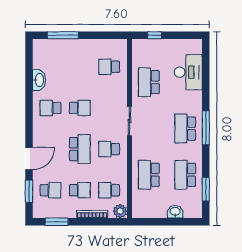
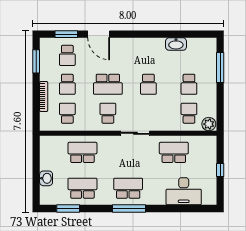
window: (155, 35) -> (220, 170), moved
school desk: (51, 108) -> (189, 84), moved, turned 180
plant: (120, 211) -> (209, 124), moved

